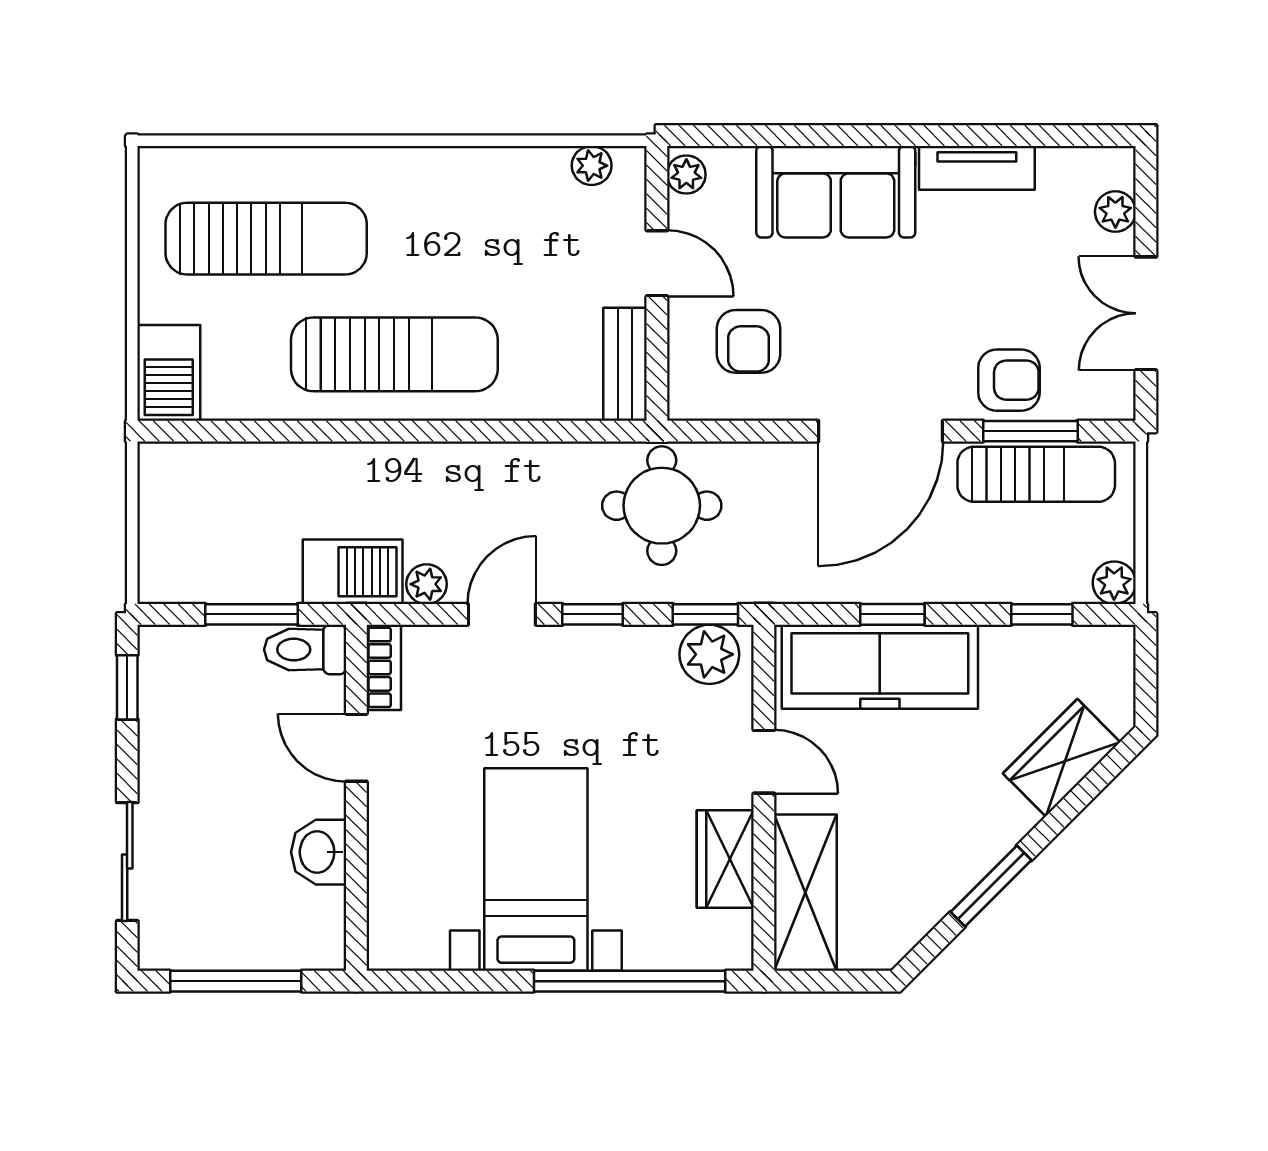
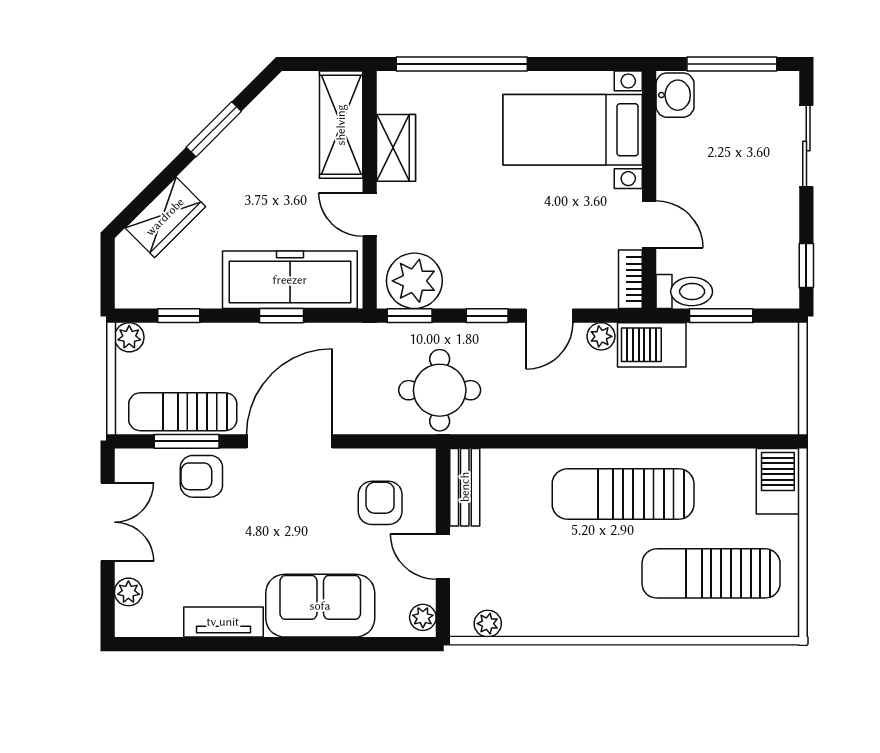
plant: (709, 654) -> (414, 281), width x1.36, depth x1.36
washbasin: (319, 852) -> (675, 95), moved
bed with nightstands: (536, 870) -> (573, 130), moved, turned 90

